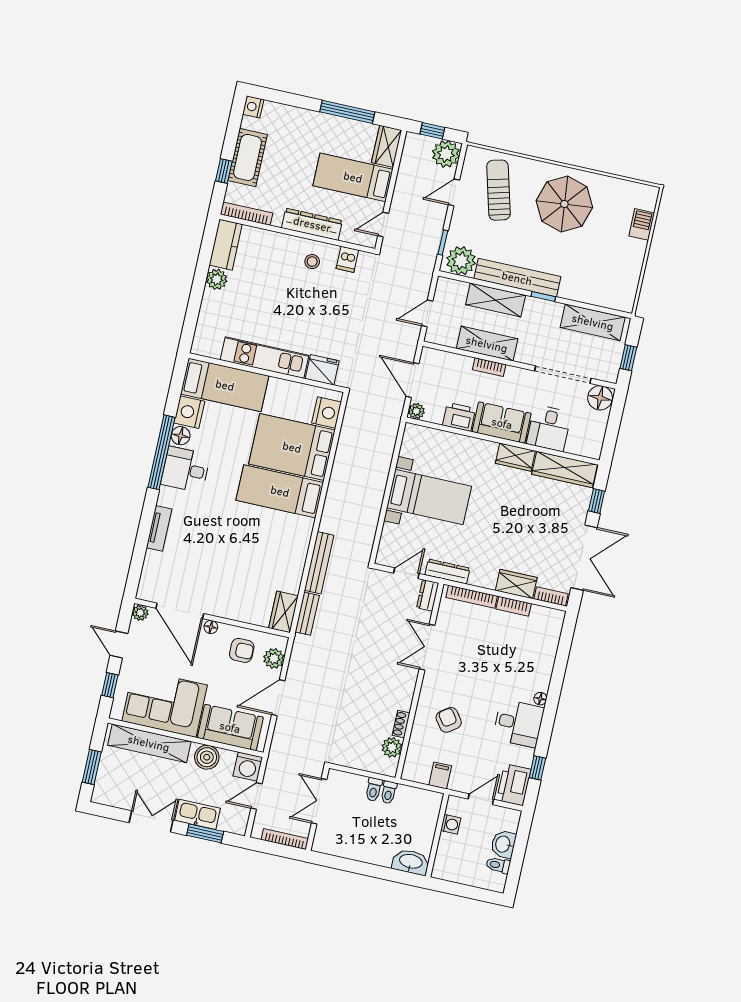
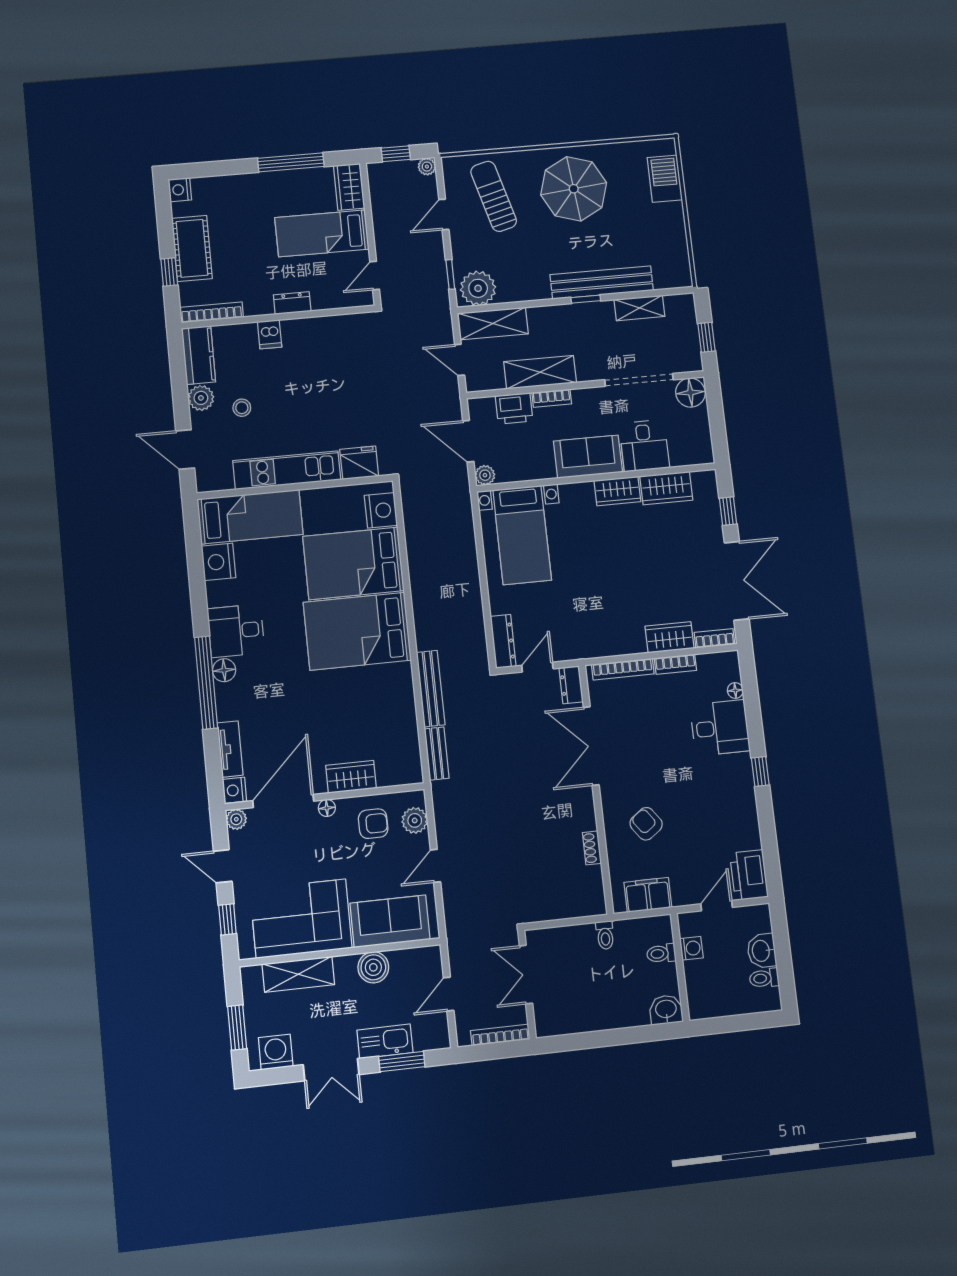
plant: (446, 154) -> (427, 167), width x0.53, depth x0.53
dresser: (312, 224) -> (292, 303), width x0.51, depth x0.80
barbecue: (642, 224) -> (665, 179), width x1.38, depth x1.27
dishwasher: (347, 259) -> (270, 334), moved
stool: (312, 262) -> (242, 408), moved
bench: (517, 278) -> (602, 283), moved
shelving: (496, 300) -> (493, 323), moved
door: (427, 313) -> (460, 360), hinge flipped
door: (192, 316) -> (185, 450), added
shelving: (593, 322) -> (639, 308), width x0.67, depth x0.75
printer: (459, 417) -> (514, 408), moved, turned 180
floor lamp: (181, 436) -> (224, 670), moved
window: (161, 452) -> (206, 683), moved
wardrobe: (565, 469) -> (666, 488), width x0.67
bed: (280, 491) -> (357, 631), width x1.50
bed with nightstands: (429, 497) -> (522, 535), moved, turned 90
tv unit: (159, 528) -> (230, 749), moved
dresser: (447, 571) -> (503, 641), moved, turned 90
nightstand: (146, 591) -> (234, 790), added
door: (180, 611) -> (283, 801), swing flipped
wardrobe: (283, 612) -> (351, 777), moved, turned 90
double door: (427, 647) -> (591, 746), width x1.37
door: (278, 698) -> (435, 866), width x0.73
floor lamp: (540, 699) -> (735, 690), moved
desk: (518, 723) -> (720, 728), moved
shelving: (149, 743) -> (298, 974), width x0.68
plant: (392, 747) -> (591, 880), removed
washing machine: (248, 767) -> (276, 1052), moved, turned 180
window: (537, 768) -> (760, 771), moved
filing cabinet: (440, 775) -> (648, 895), width x2.00
toilet: (374, 789) -> (661, 953), moved, turned 90
double door: (151, 821) -> (331, 1070), swing flipped
washbasin: (411, 862) -> (666, 1010), width x0.72

